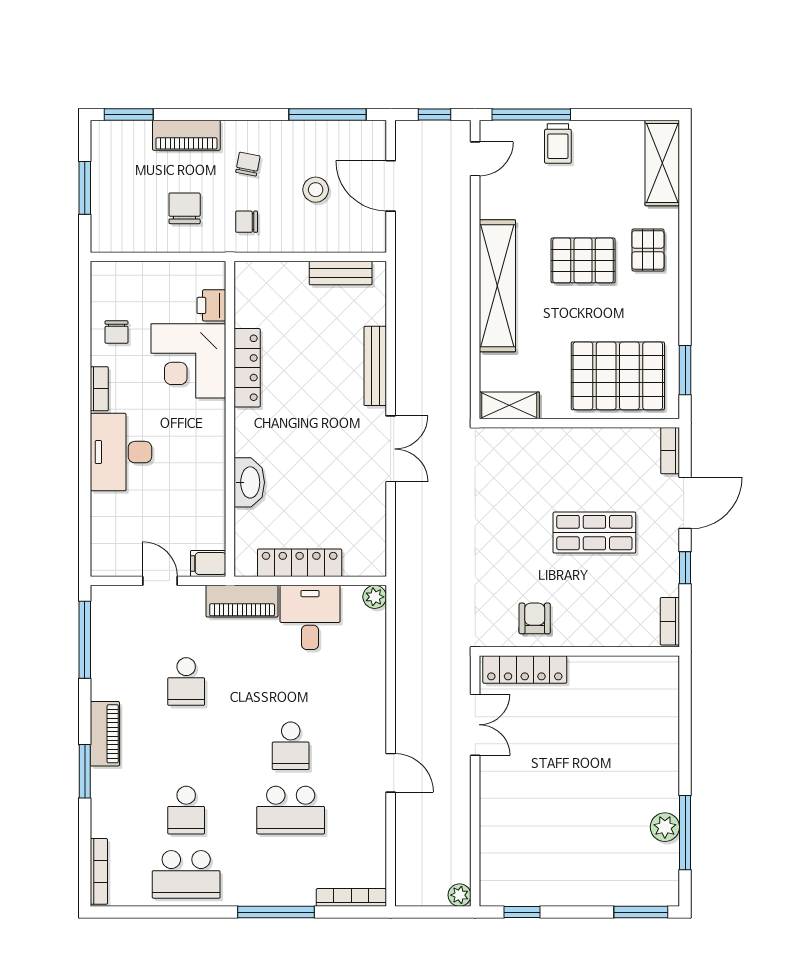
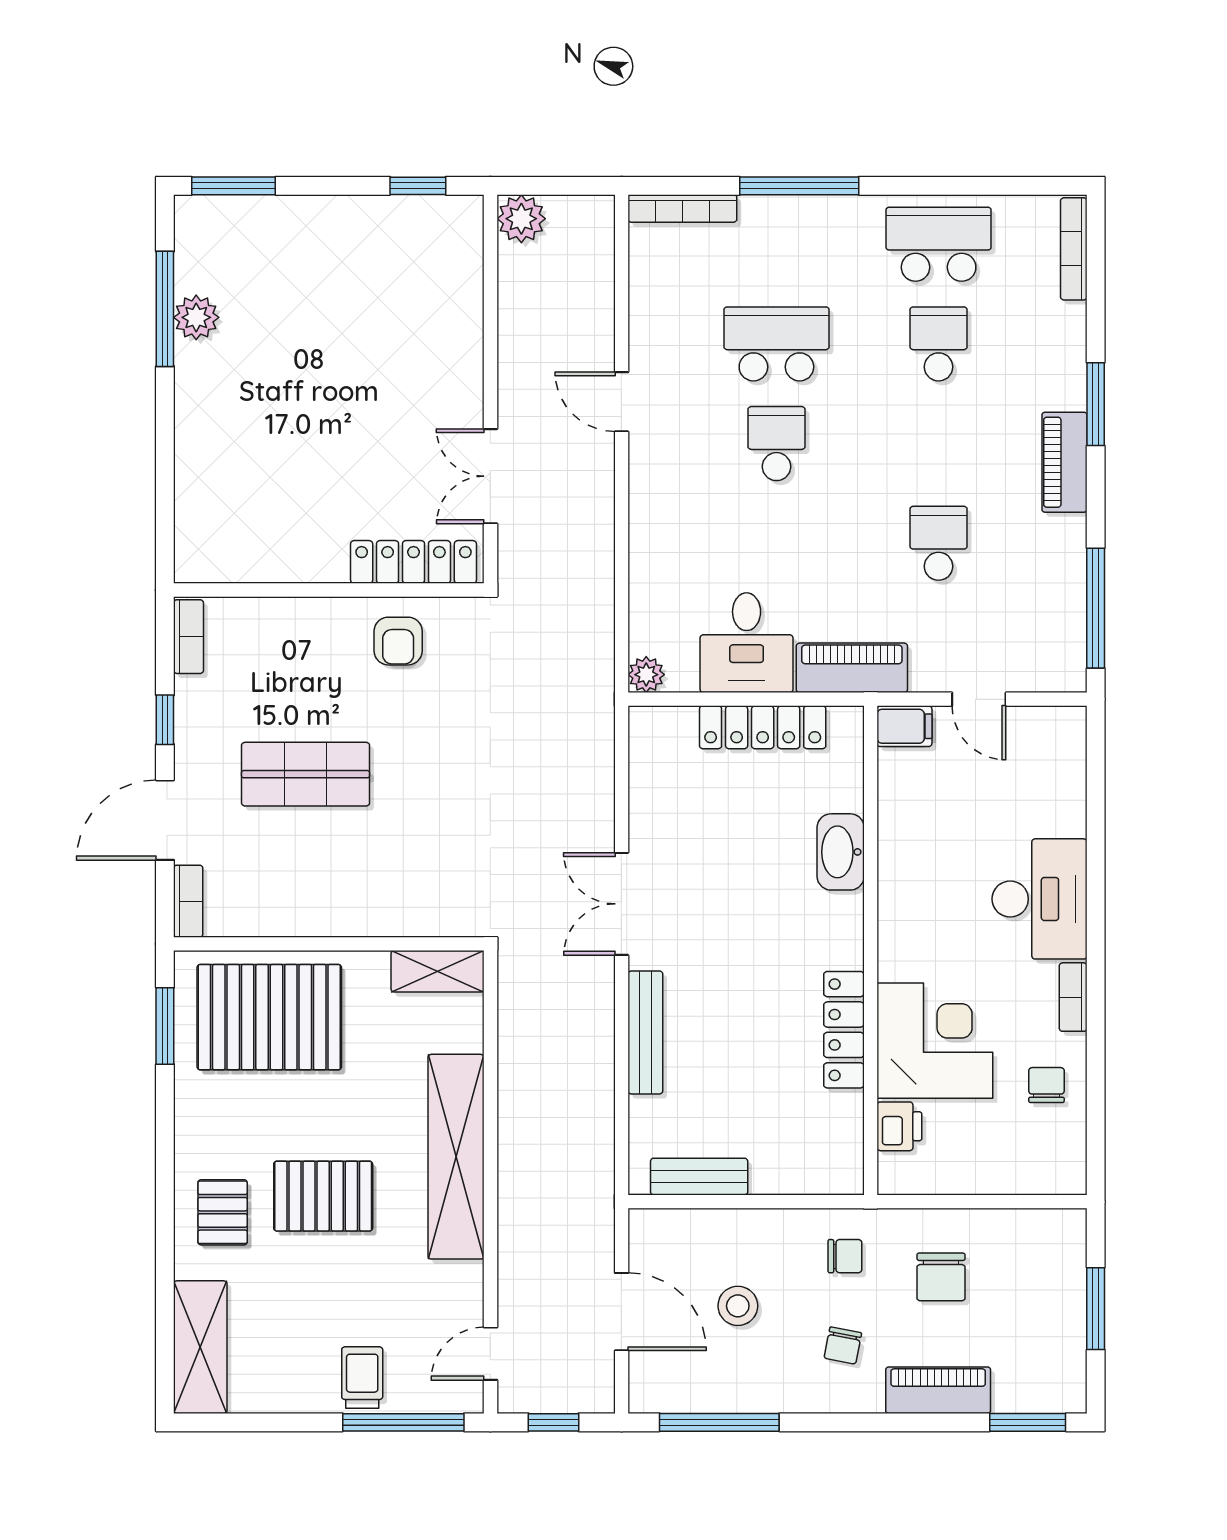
plant: (460, 895) -> (521, 219), width x1.38, depth x1.38

